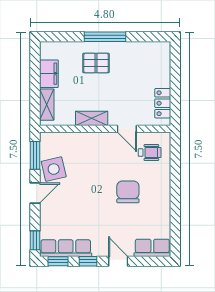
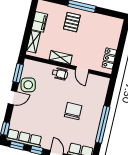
pallet: (96, 63) -> (72, 22), turned 90
wheelchair: (150, 153) -> (60, 74), moved
window: (175, 201) -> (103, 124), added

